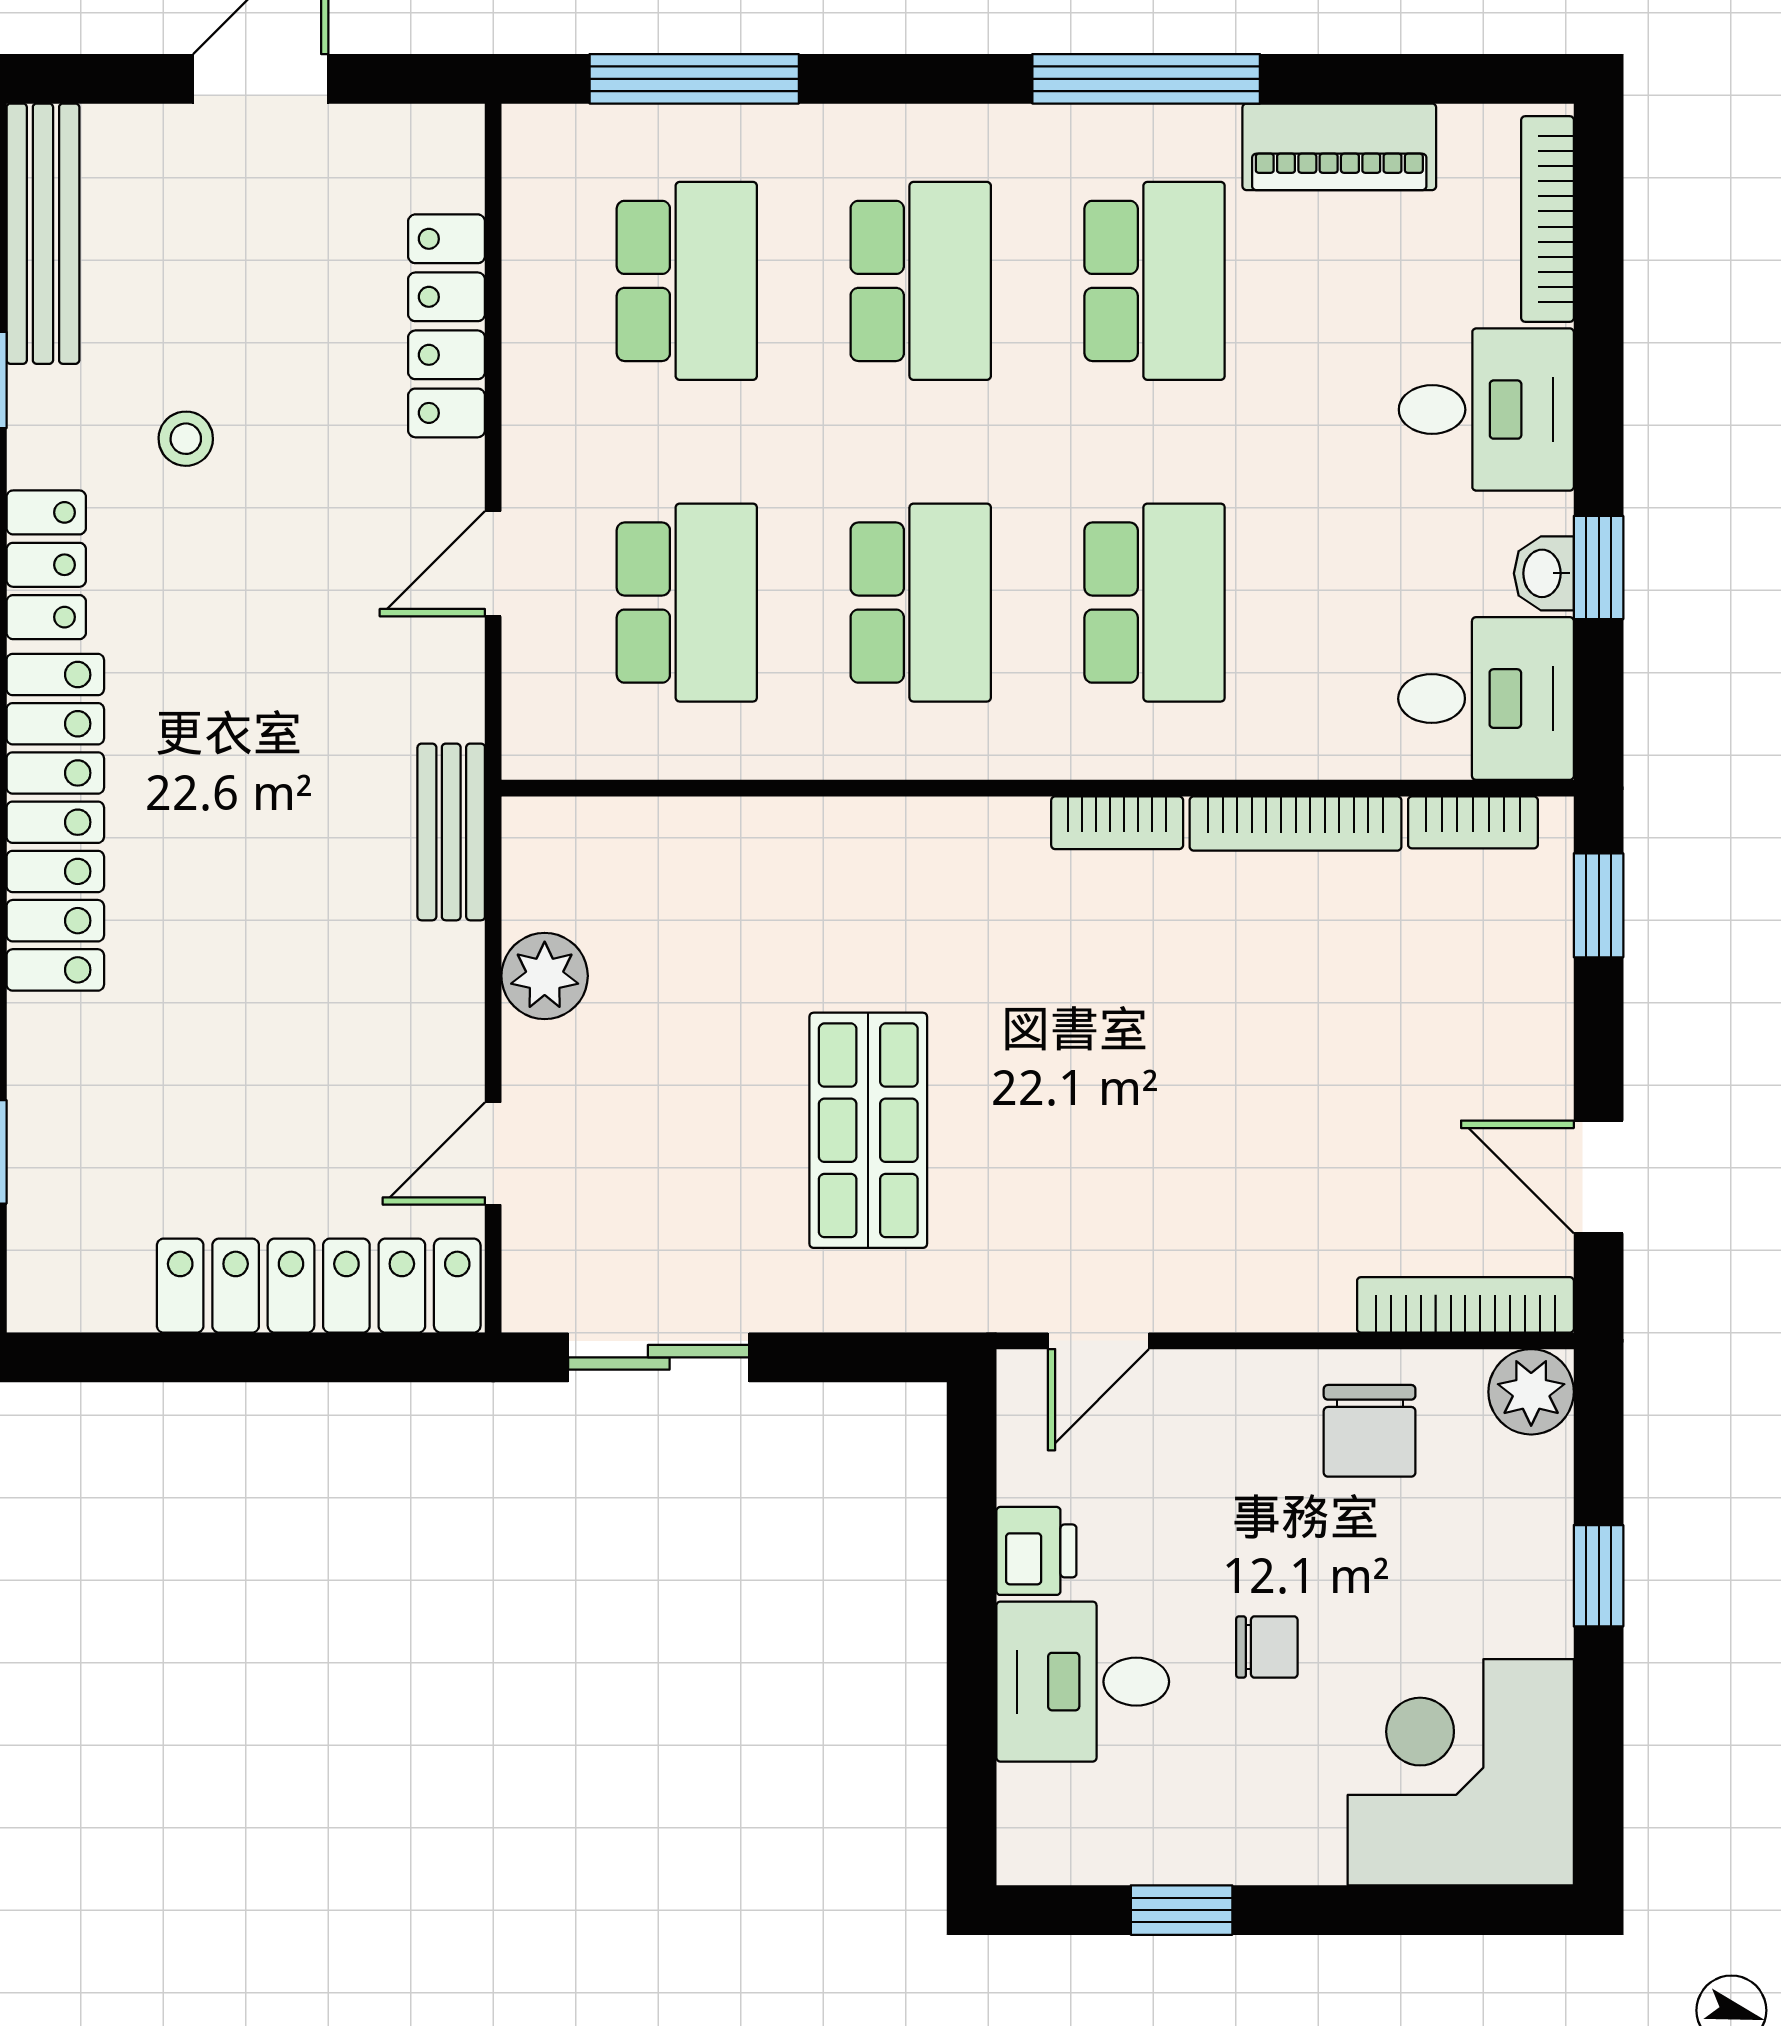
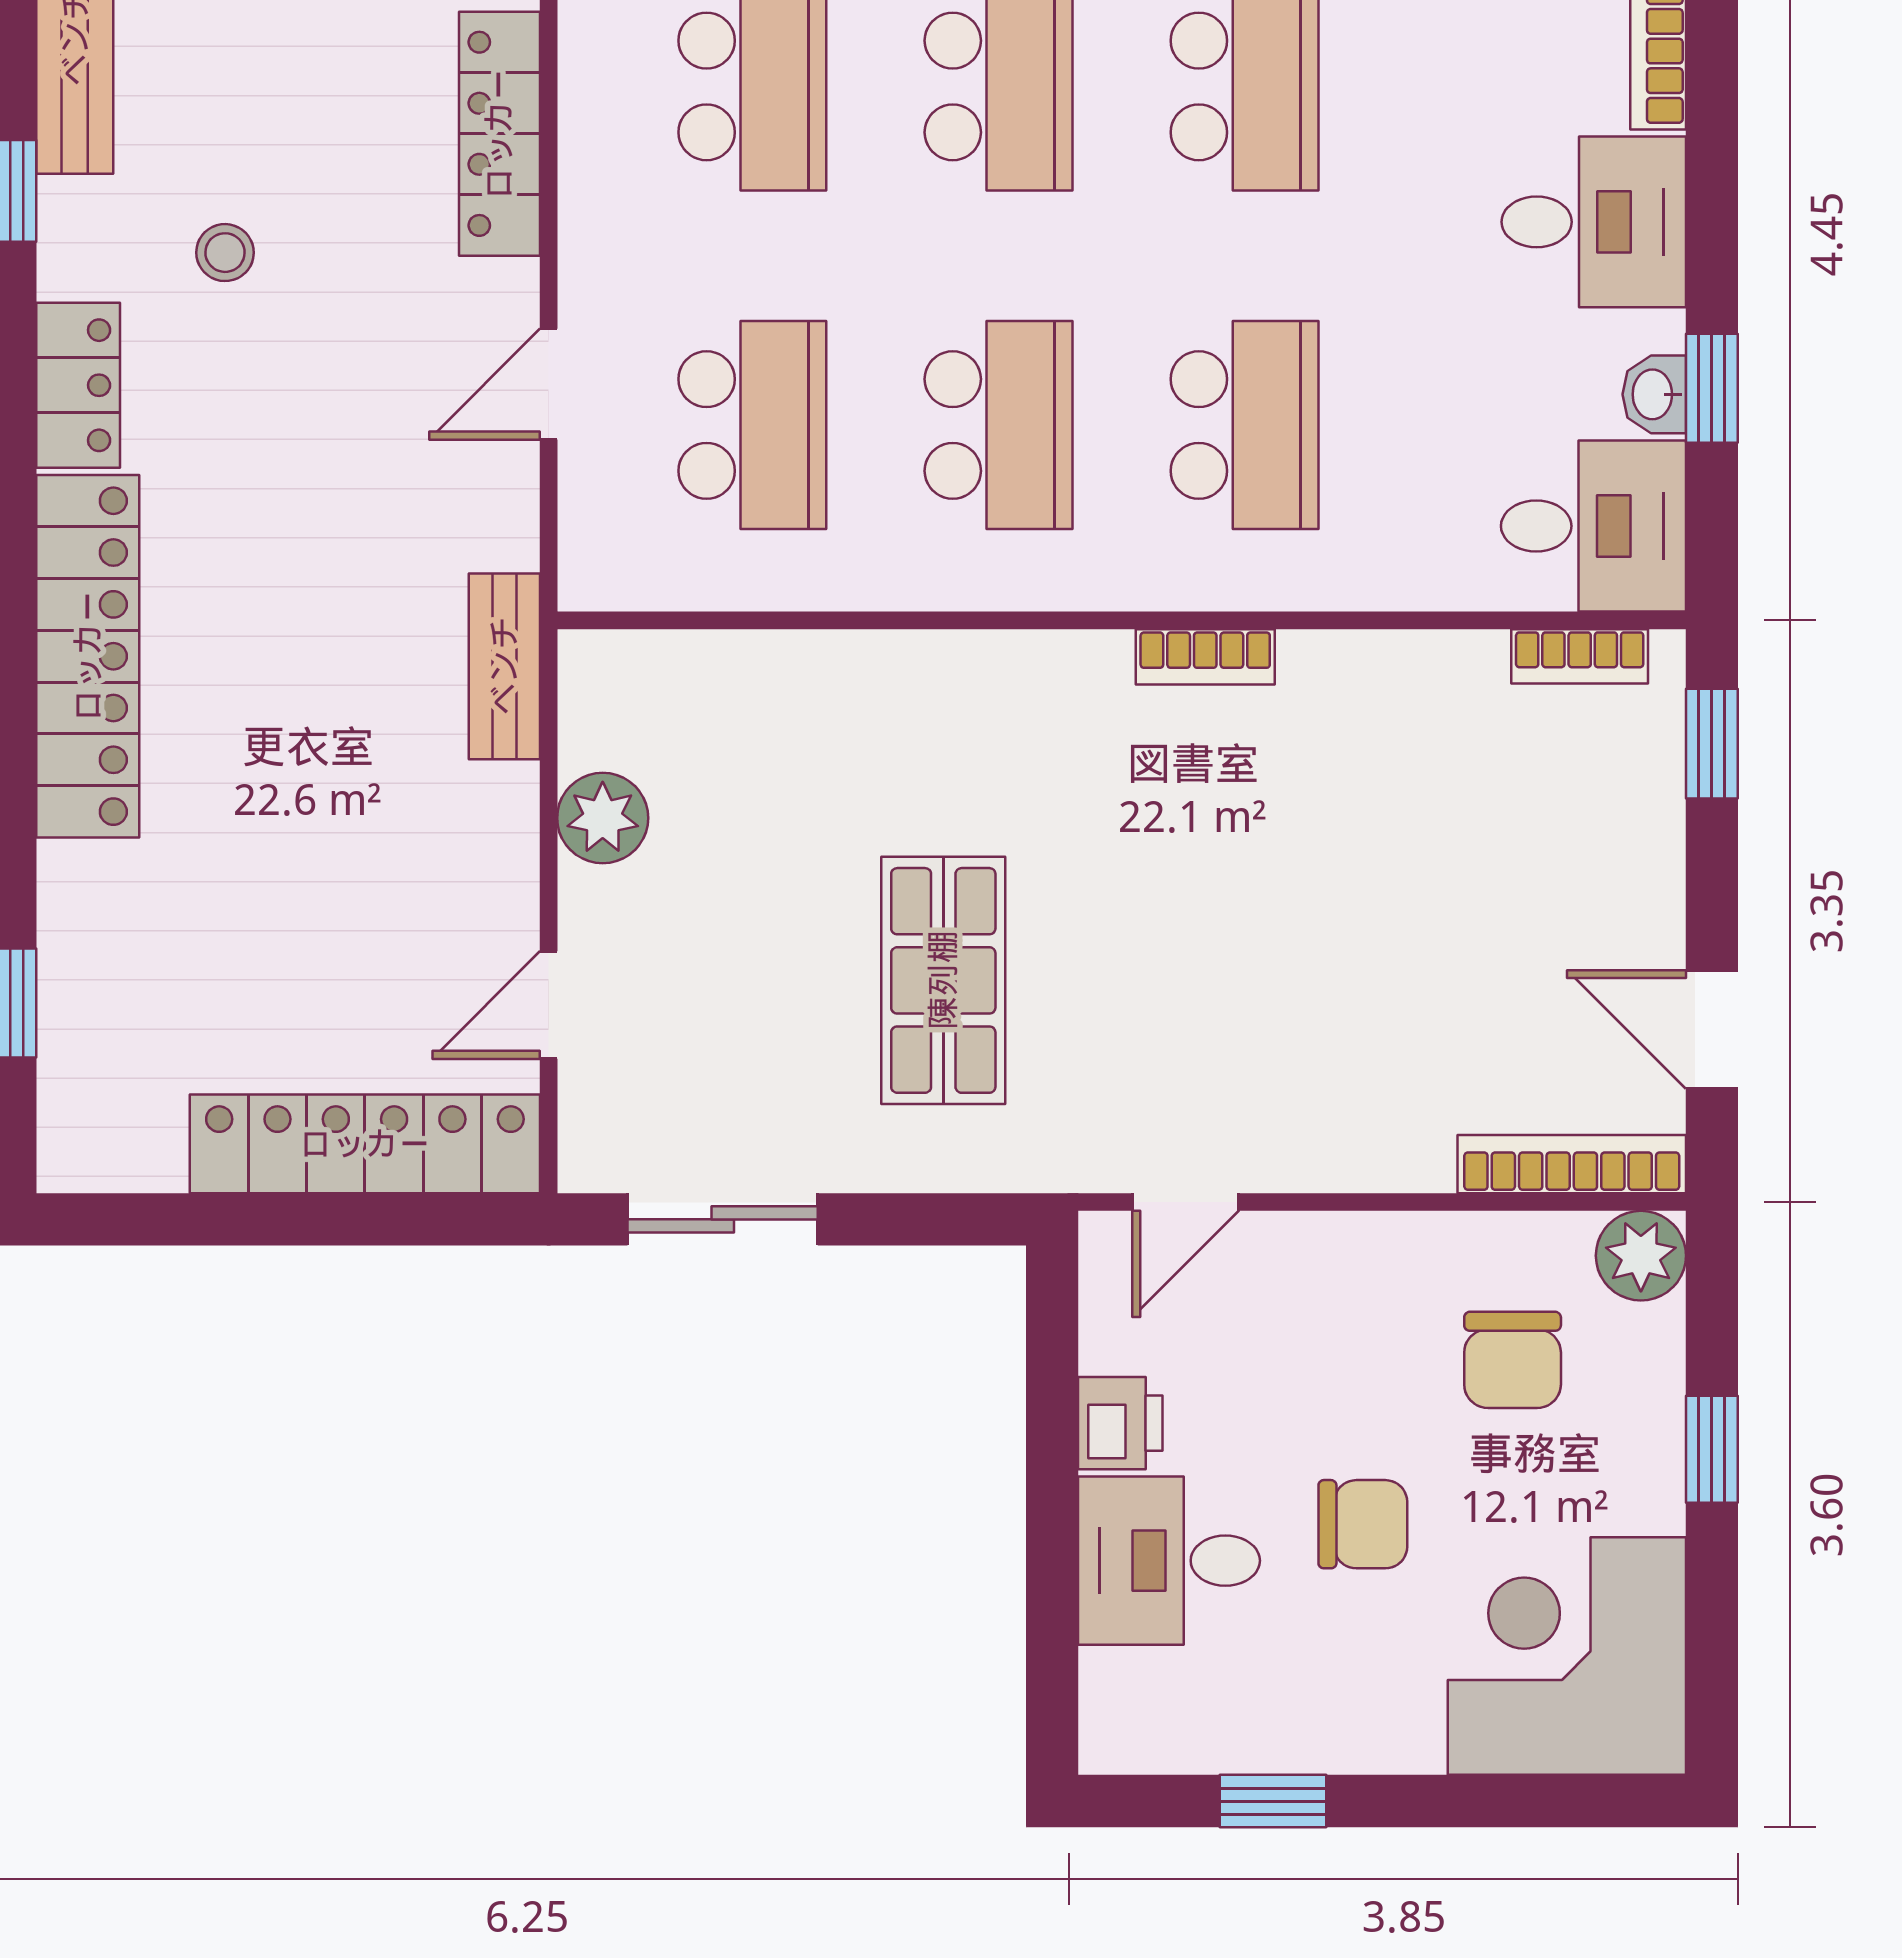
bookcase: (1296, 824) -> (1393, 658), removed
chair: (1370, 1431) -> (1513, 1360), moved
chair: (1267, 1647) -> (1363, 1524), width x1.37, depth x1.37

